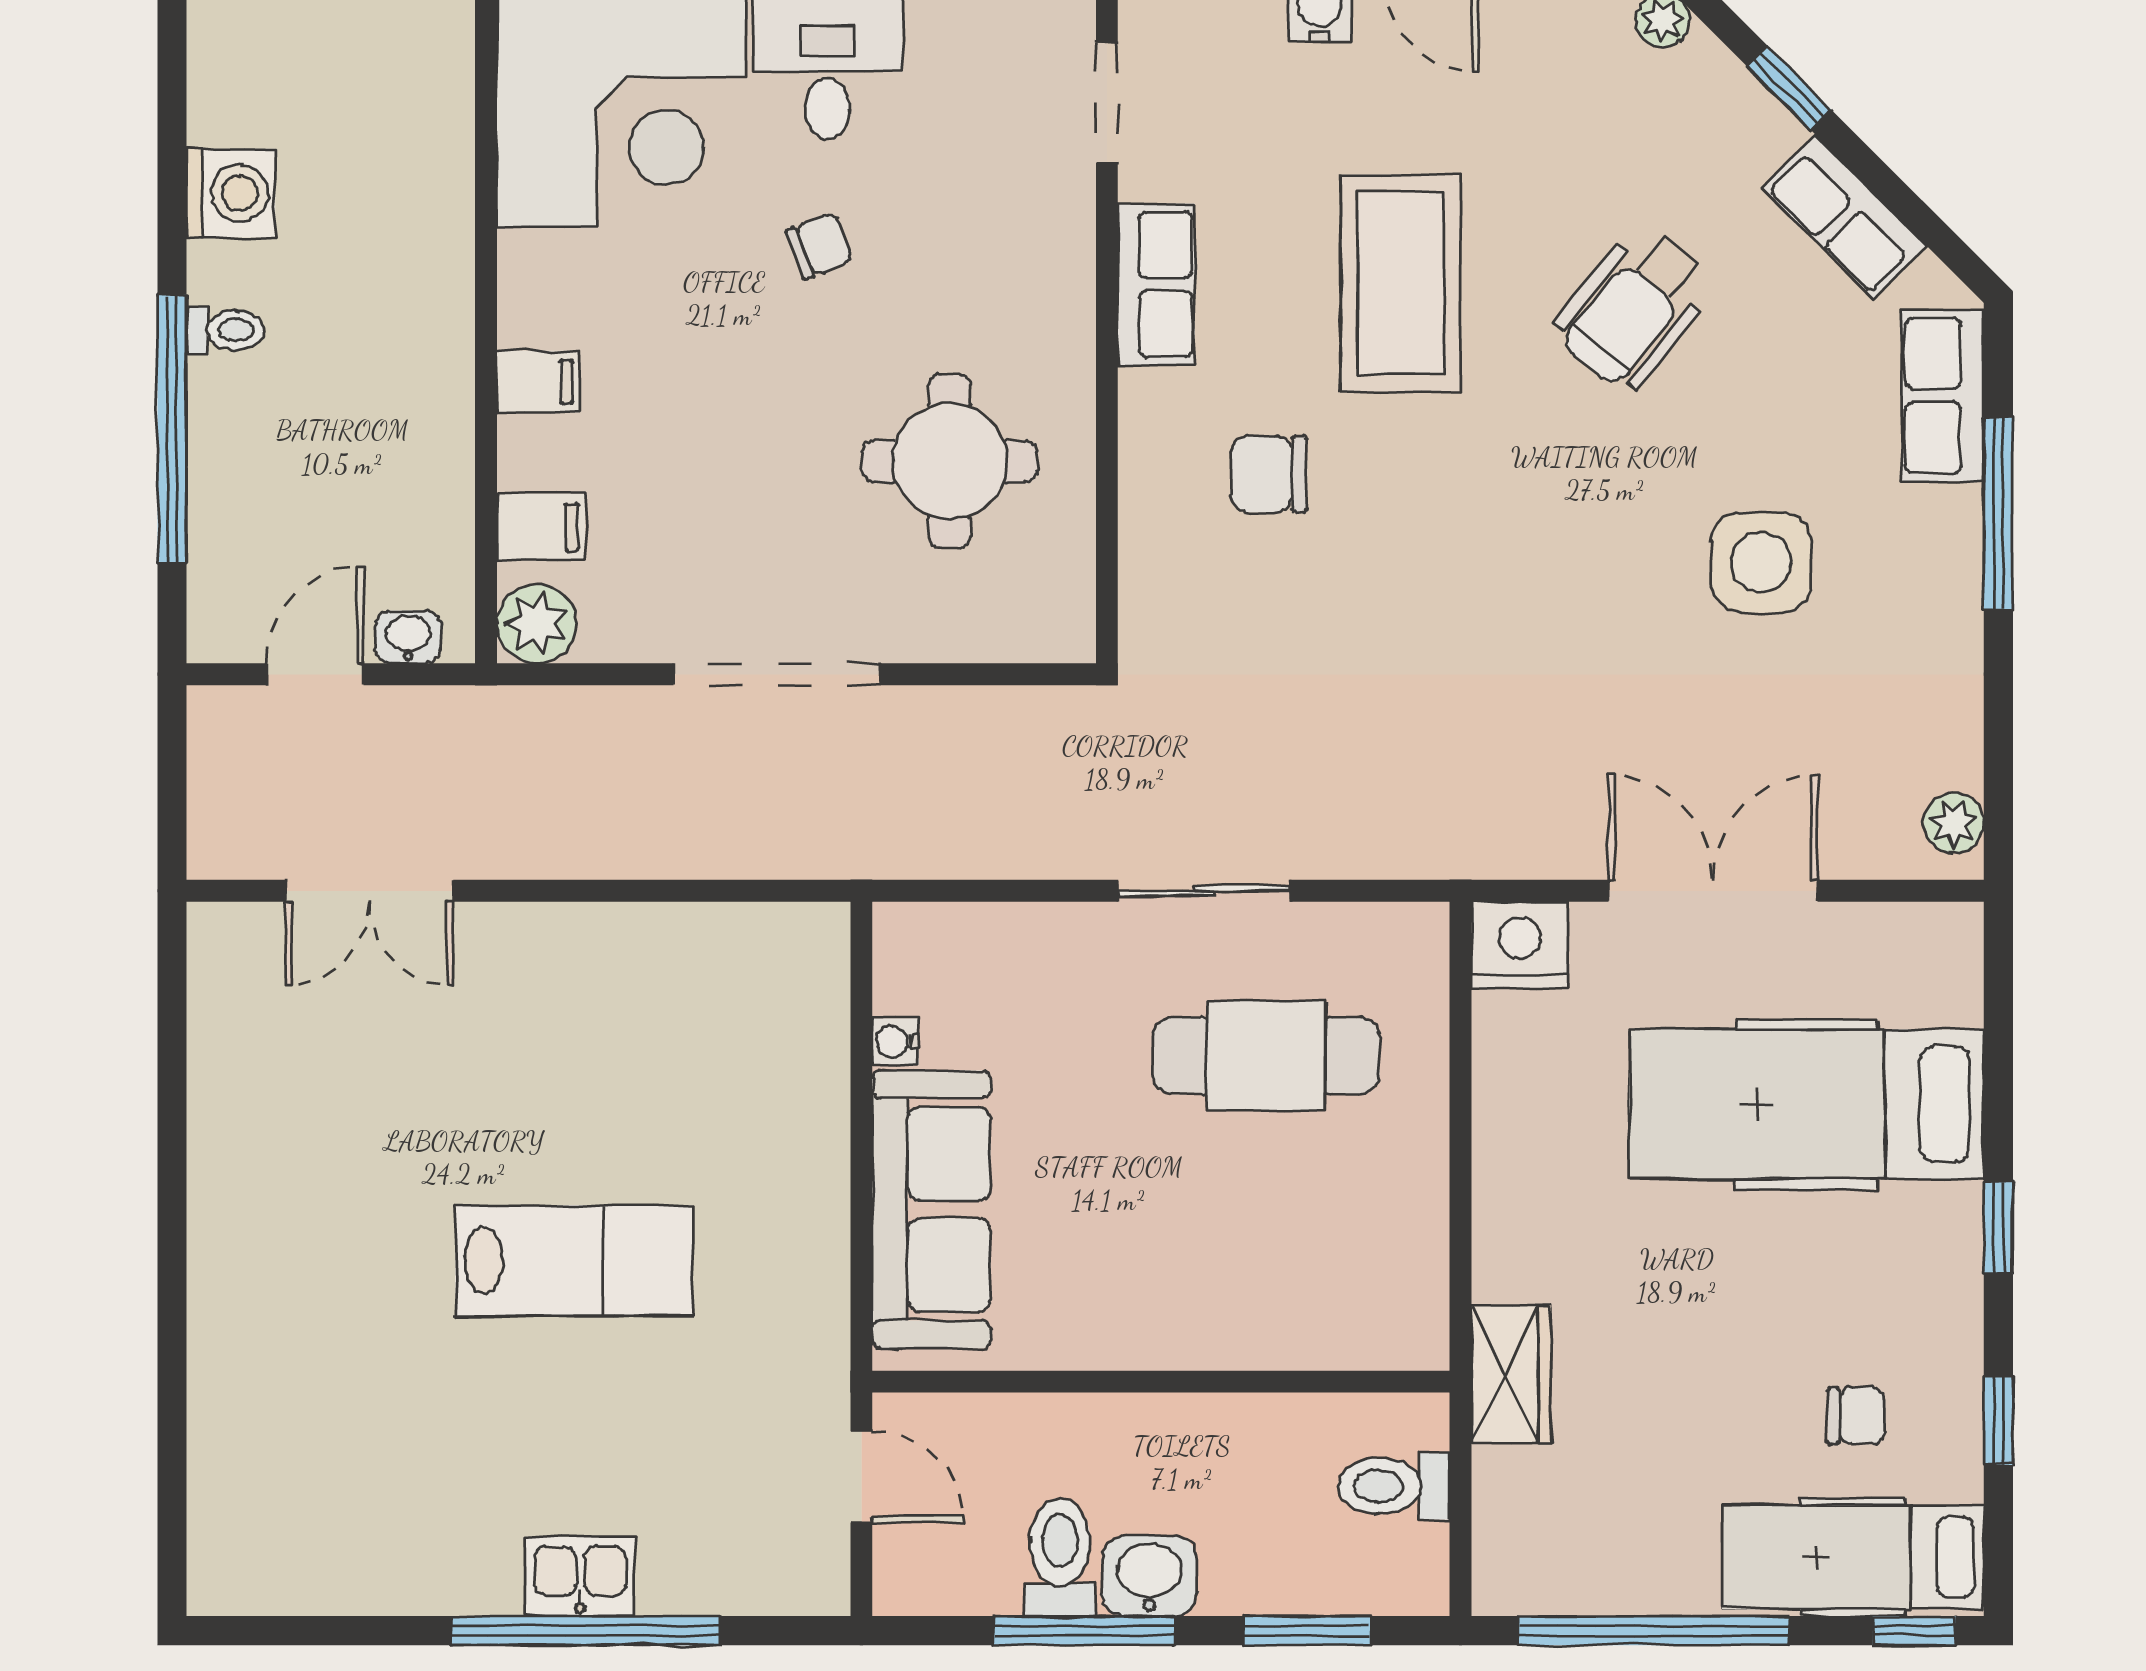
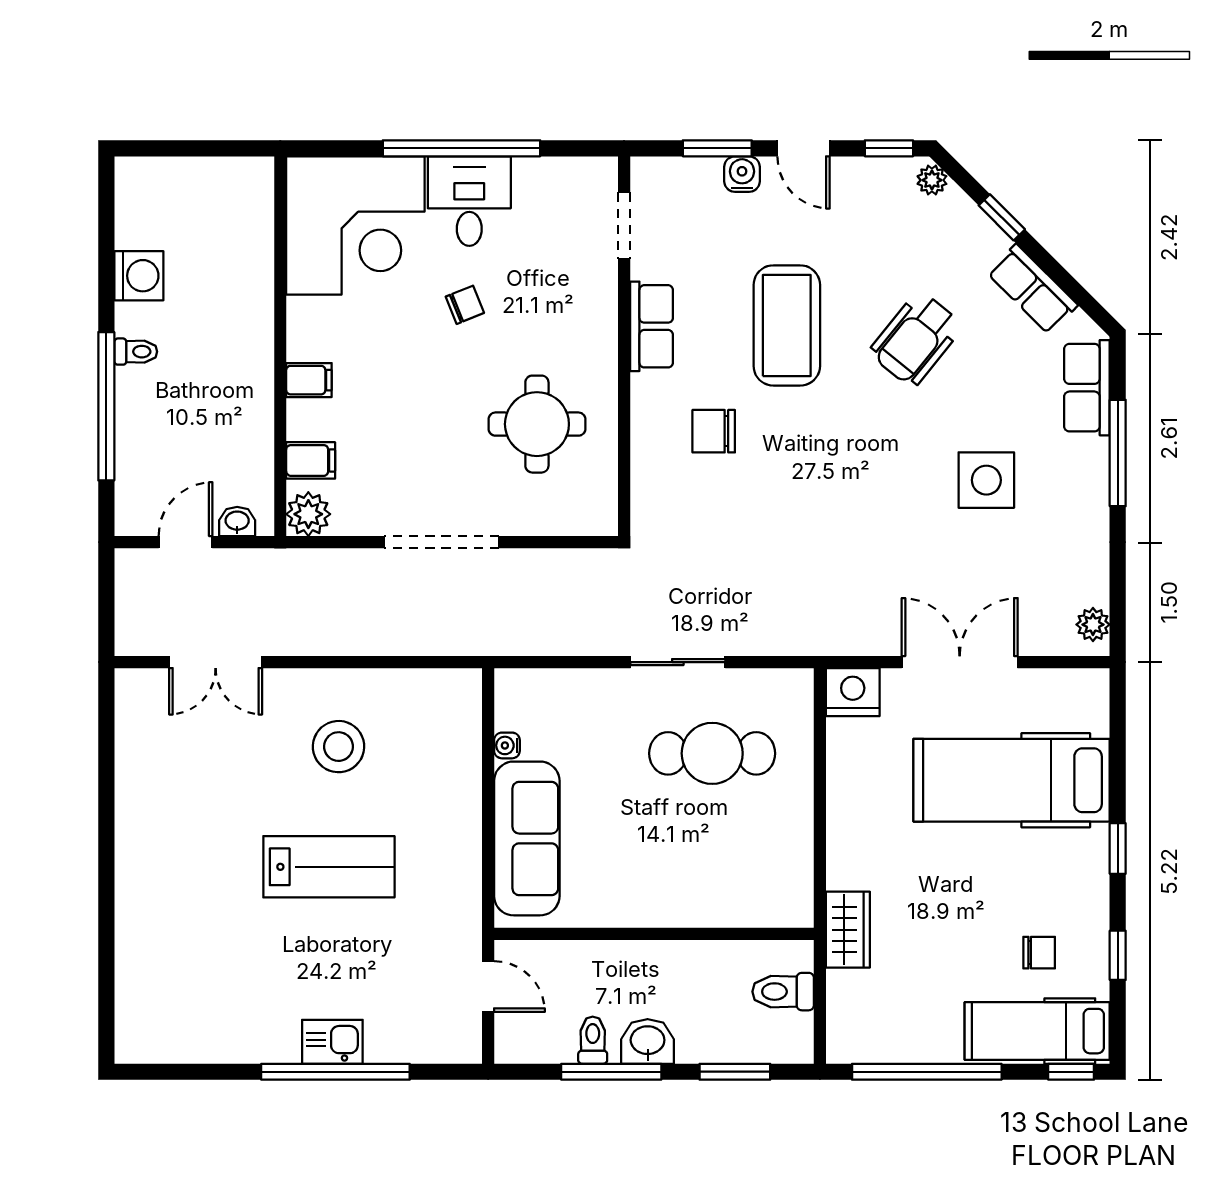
stool: (591, 1043) -> (339, 747), added
toilet: (1060, 1557) -> (593, 1040), width x0.73, depth x0.72

